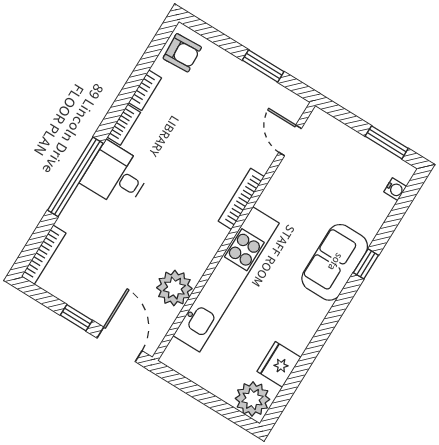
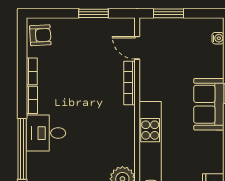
window: (387, 142) -> (169, 13), moved
bookcase: (241, 199) -> (129, 83), moved

